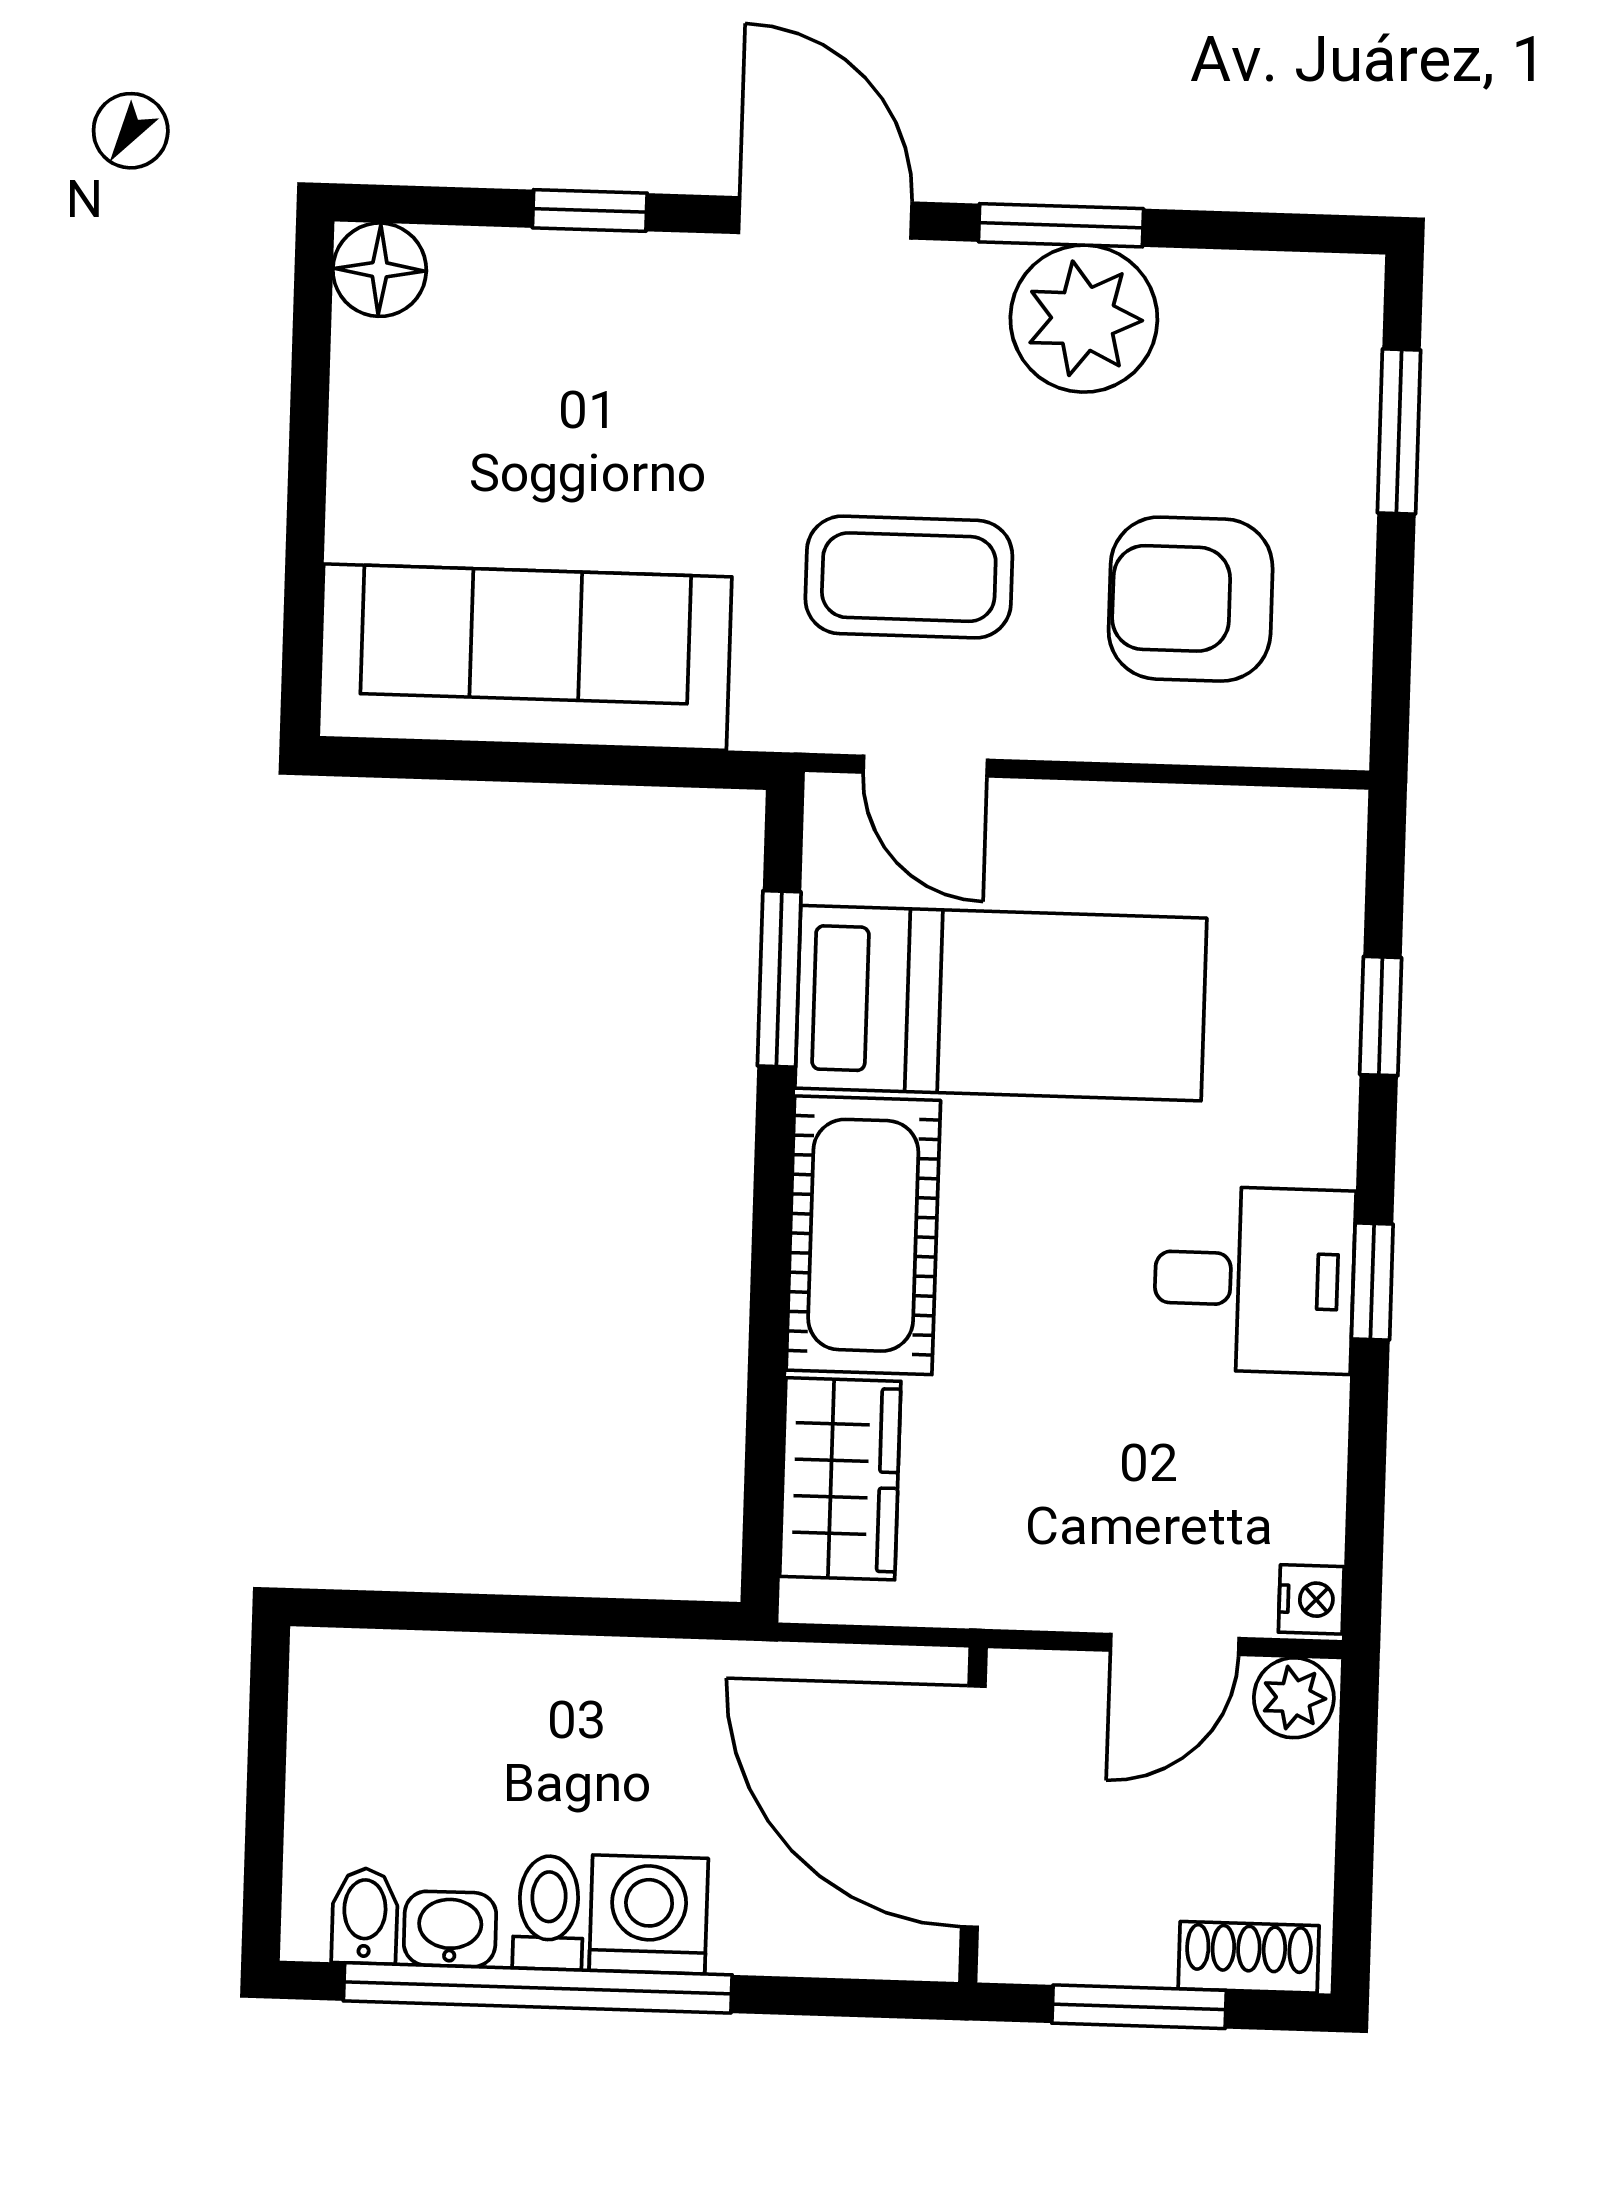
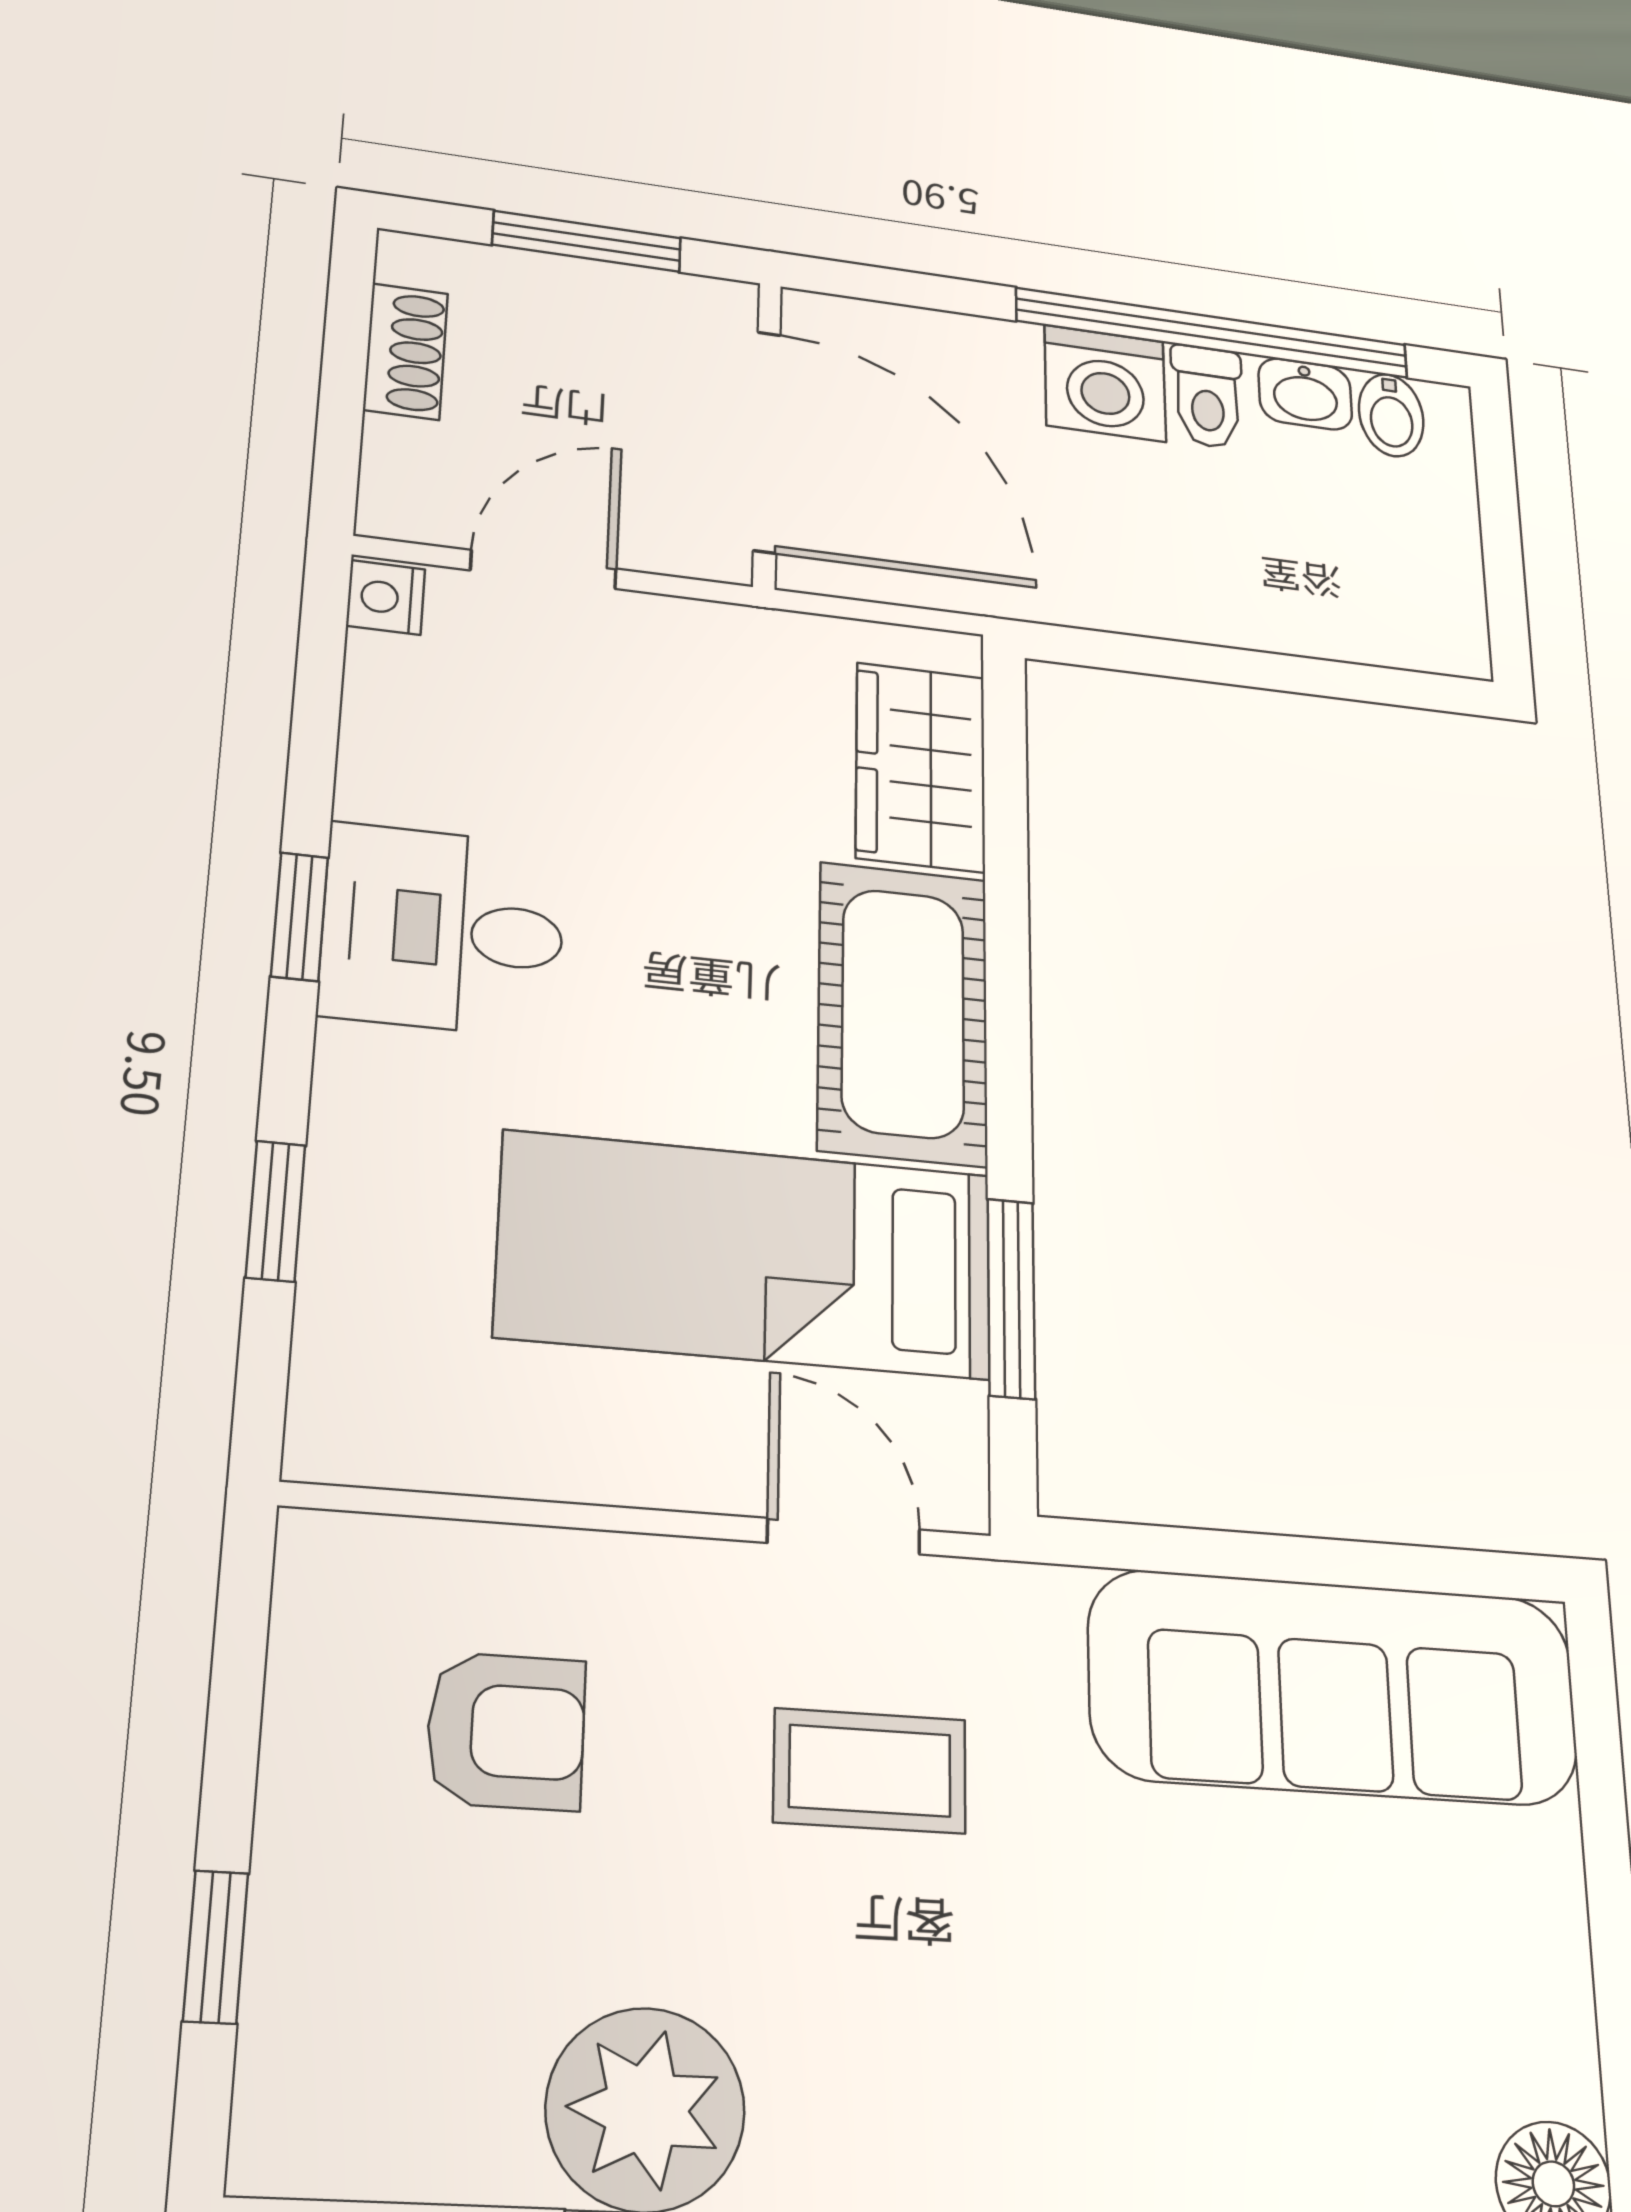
window: (1399, 431) -> (216, 1947), width x0.67
coffee table: (909, 577) -> (870, 1771), width x0.73, depth x0.77
armchair: (1191, 599) -> (506, 1731), width x0.72, depth x0.72
plant: (1294, 1698) -> (409, 505), removed
shoe rack: (1249, 1957) -> (406, 351), moved, turned -90

